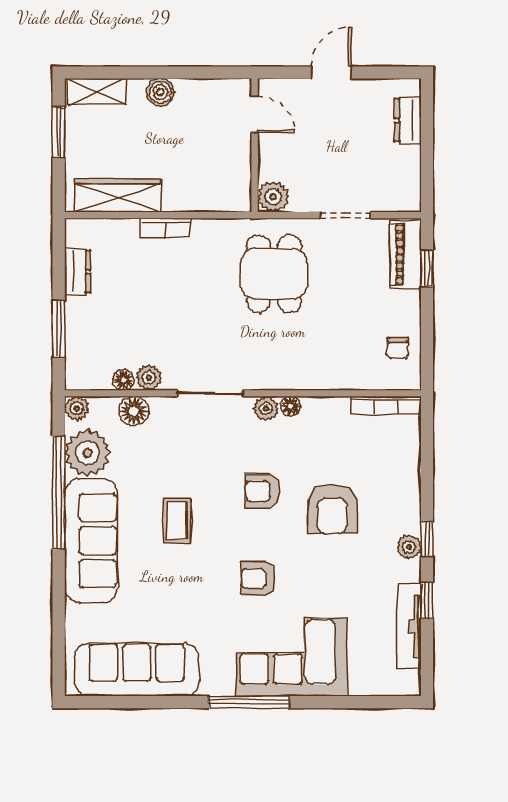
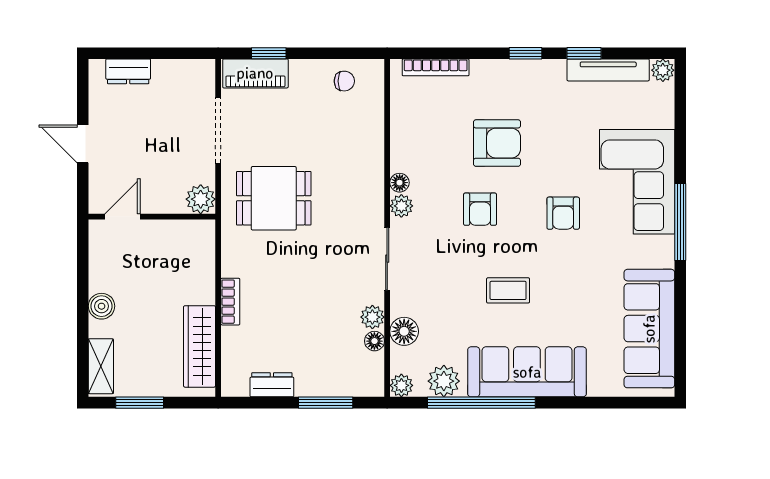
doorway: (345, 215) -> (218, 131), width x1.38
bookcase: (386, 405) -> (436, 67), moved, turned 90
plant: (88, 453) -> (444, 381), width x0.73, depth x0.73
plant: (409, 547) -> (663, 70), moved

